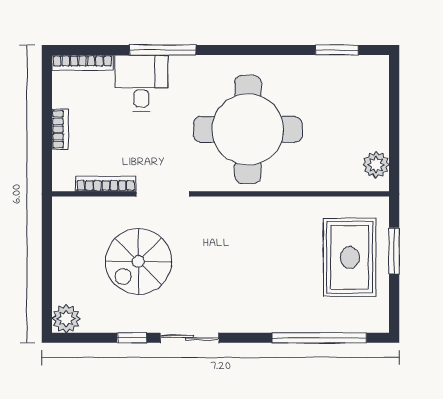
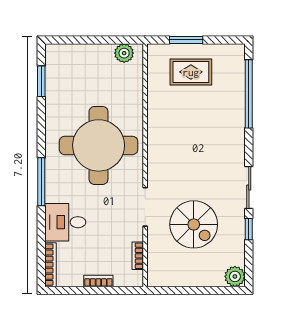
window: (163, 50) -> (41, 182), moved
bookcase: (106, 184) -> (138, 256), width x0.64
rug: (350, 257) -> (191, 72), width x0.73, depth x0.70

